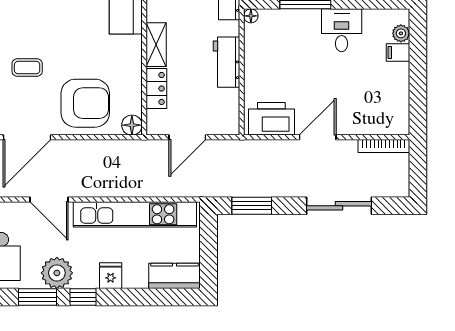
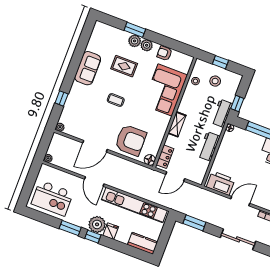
coffee table: (27, 68) -> (116, 100), moved
locker: (156, 88) -> (165, 157), moved
plant: (57, 273) -> (97, 224), moved

